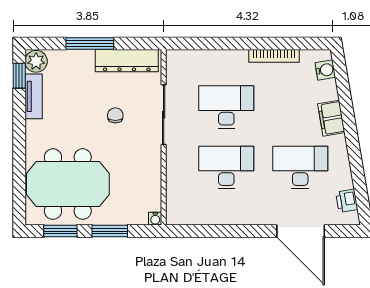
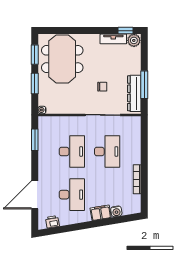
window: (90, 44) -> (144, 85), moved
water cooler: (325, 70) -> (116, 211), moved
window: (206, 231) -> (35, 140), added

